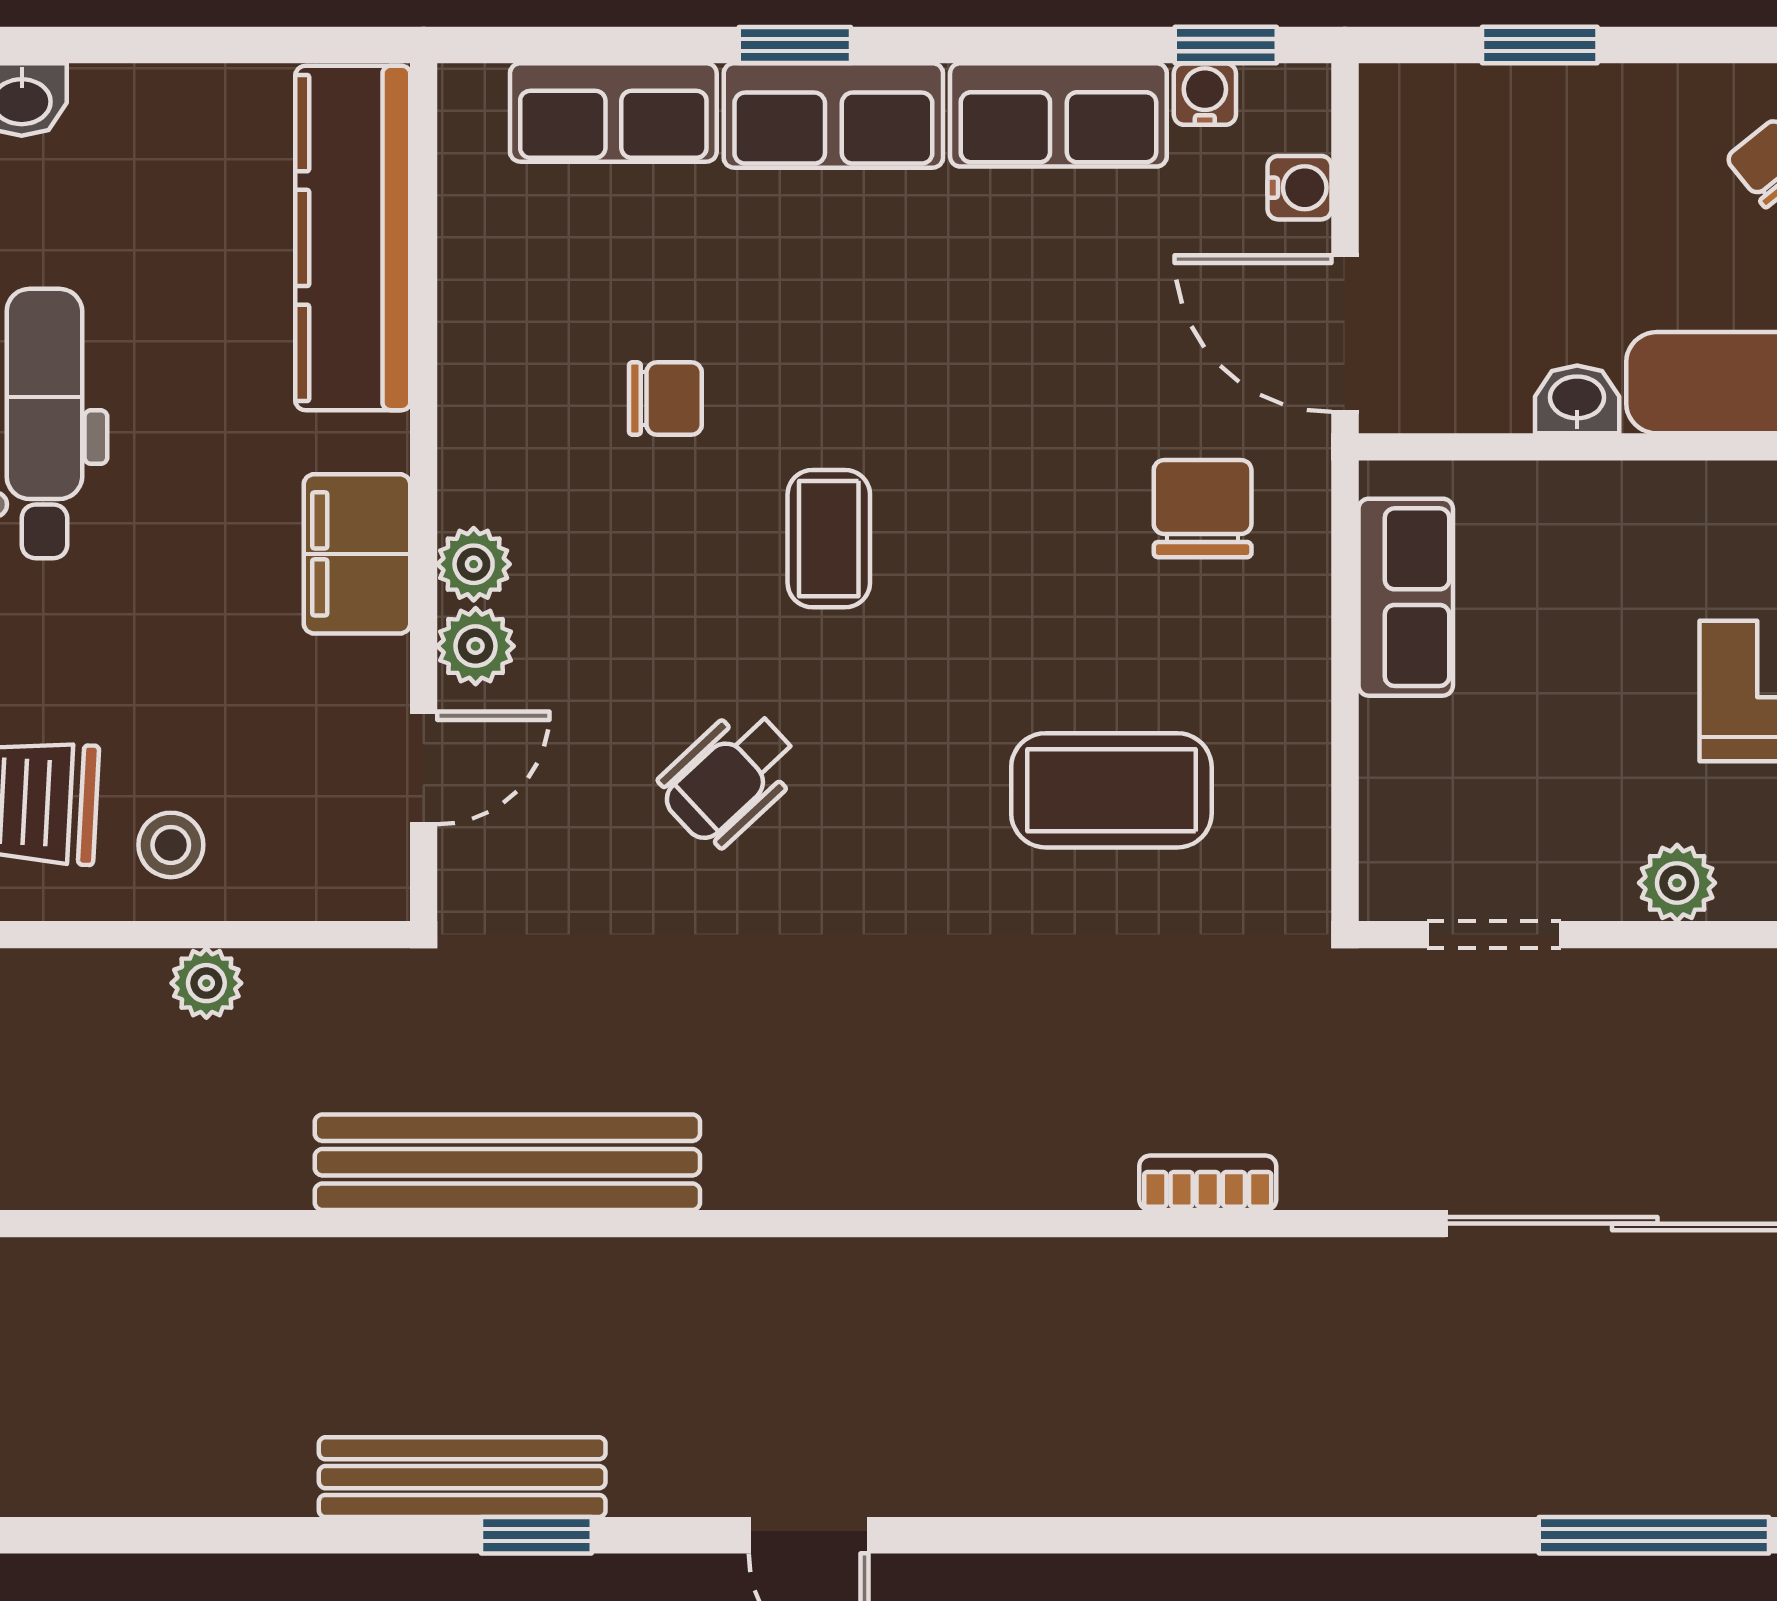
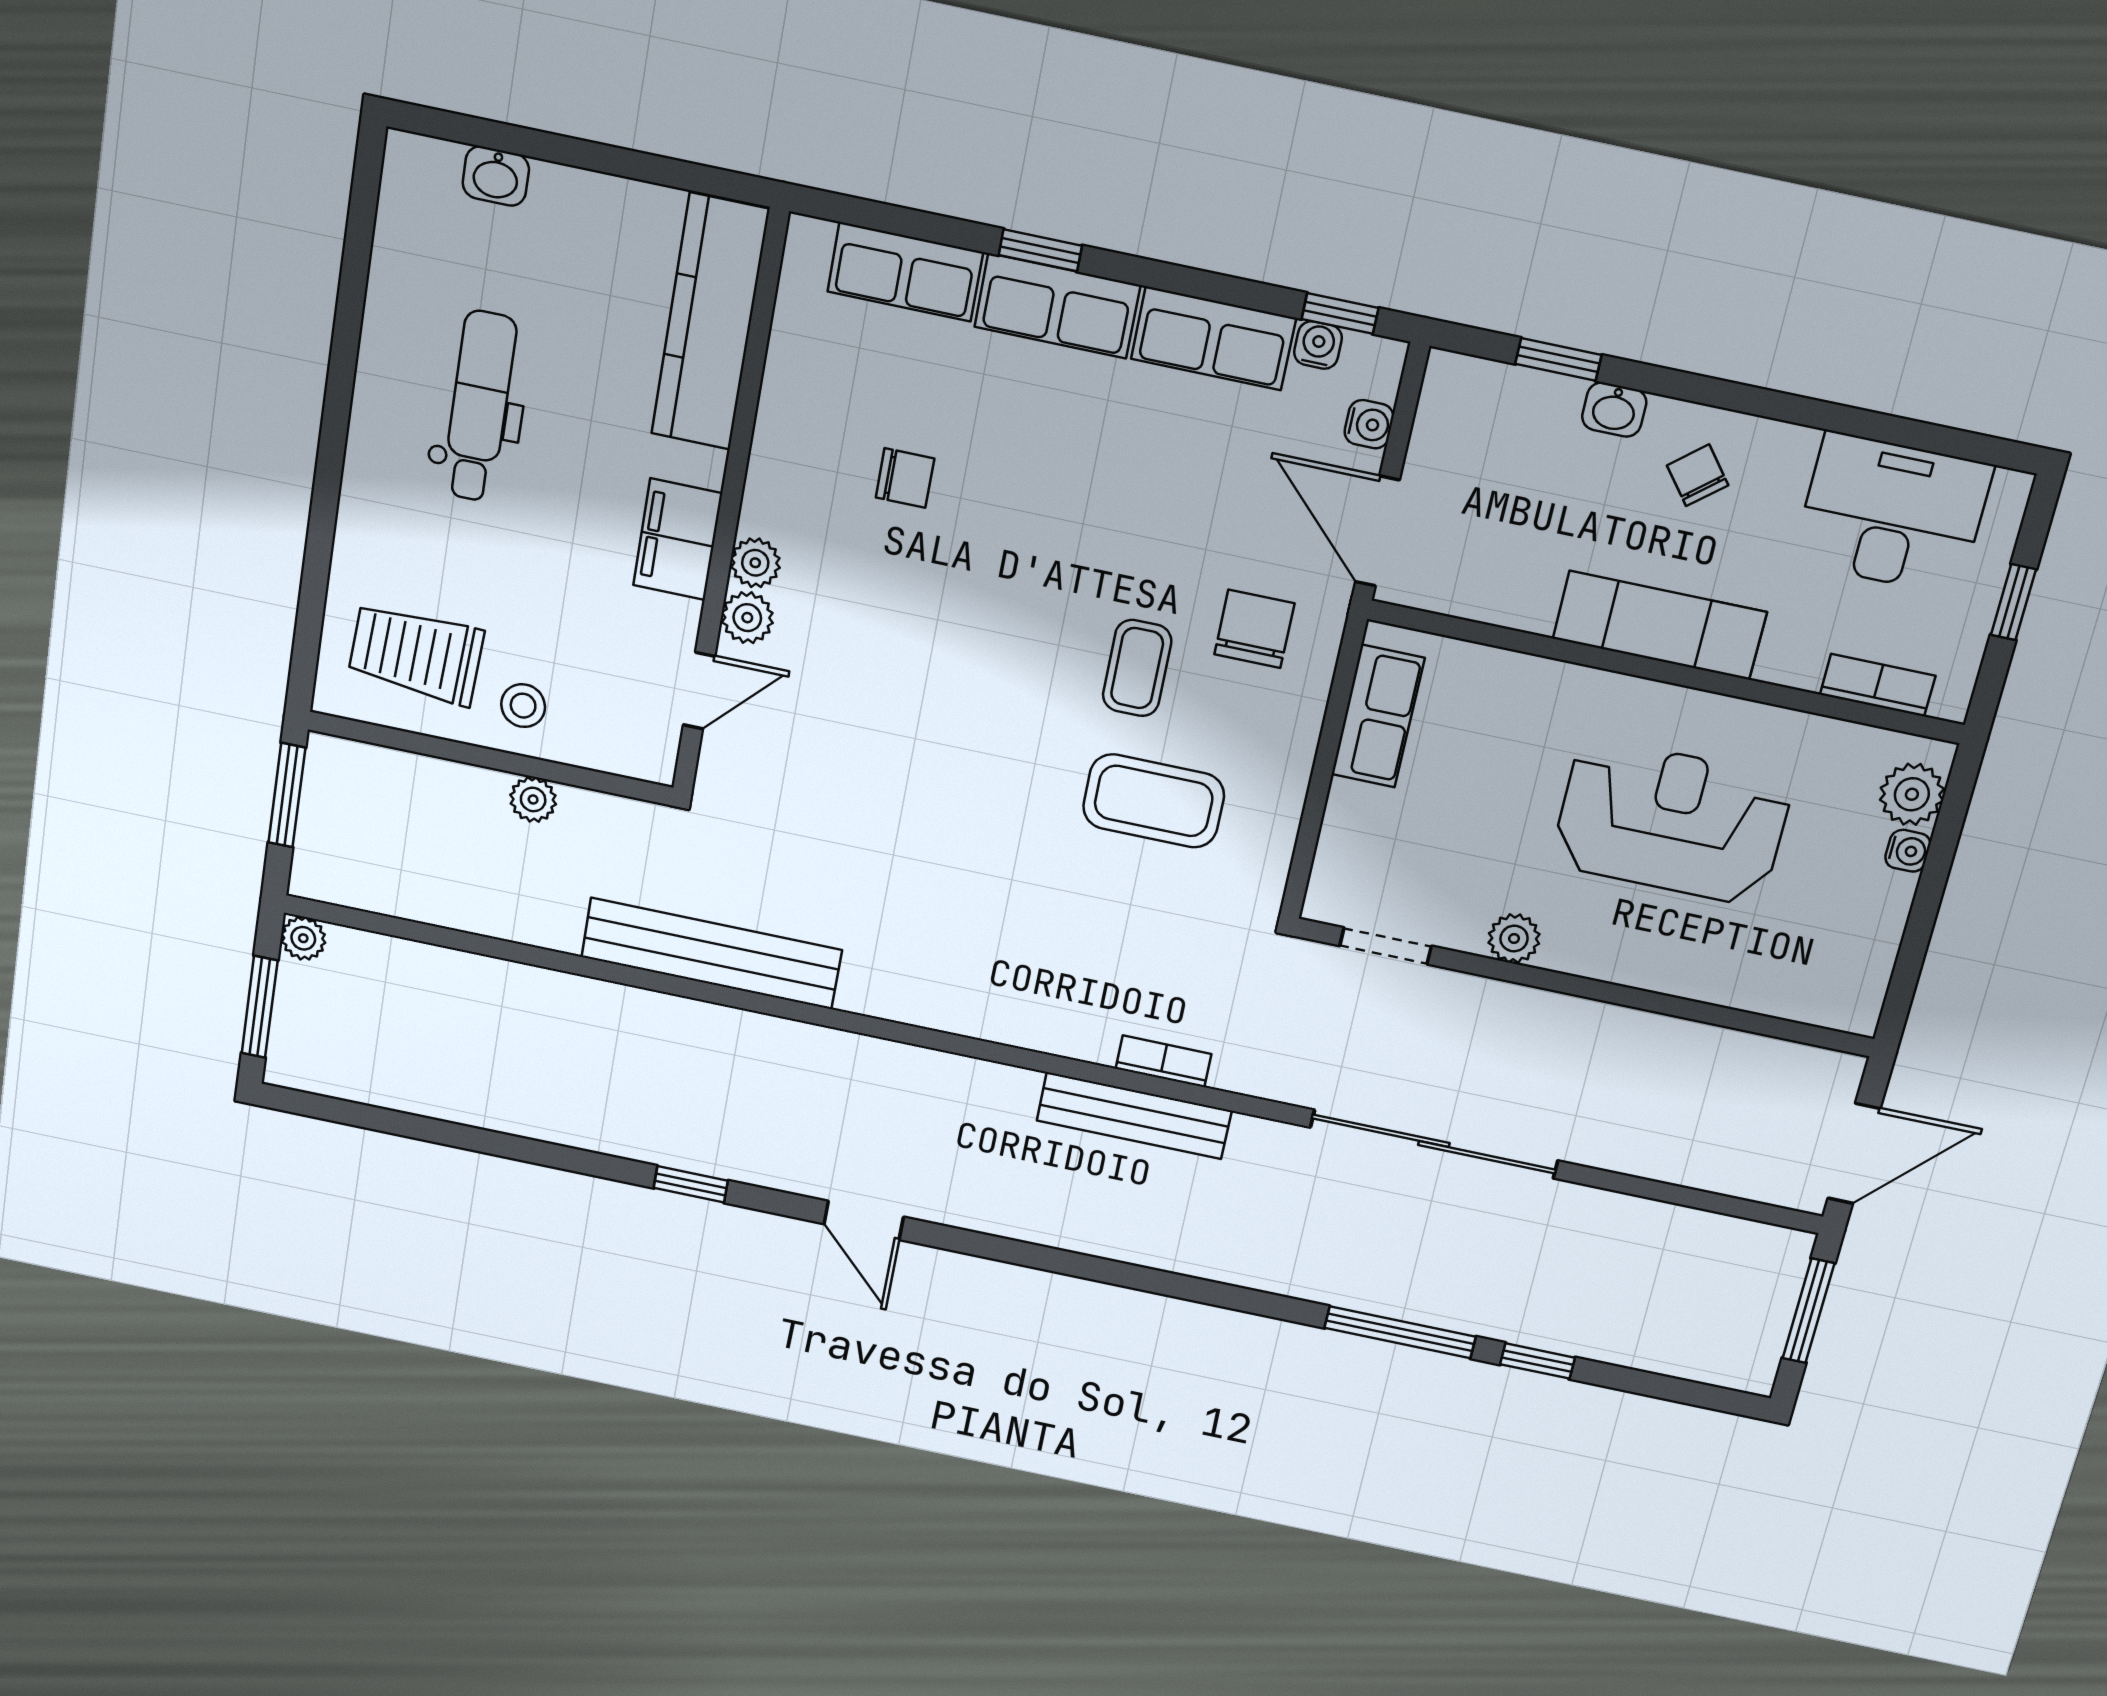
washbasin: (1577, 399) -> (1614, 410), moved, turned 180
coffee table: (829, 539) -> (1137, 668), moved
wheelchair: (729, 777) -> (901, 739), removed
bench: (462, 1477) -> (1134, 1116), moved

